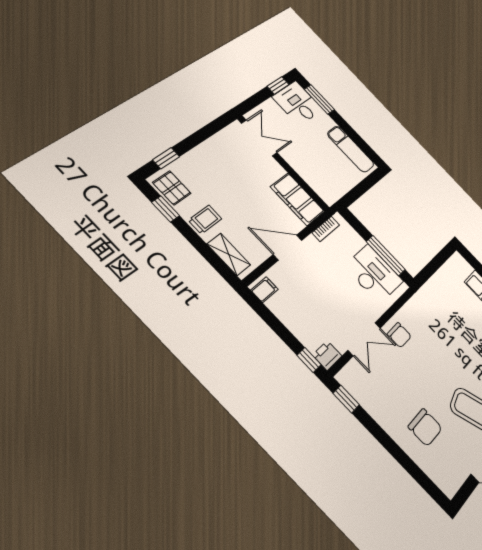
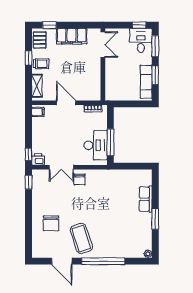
window: (352, 134) -> (155, 75), added
filing cabinet: (298, 199) -> (72, 36), moved, turned -90
window: (166, 209) -> (29, 58), moved

